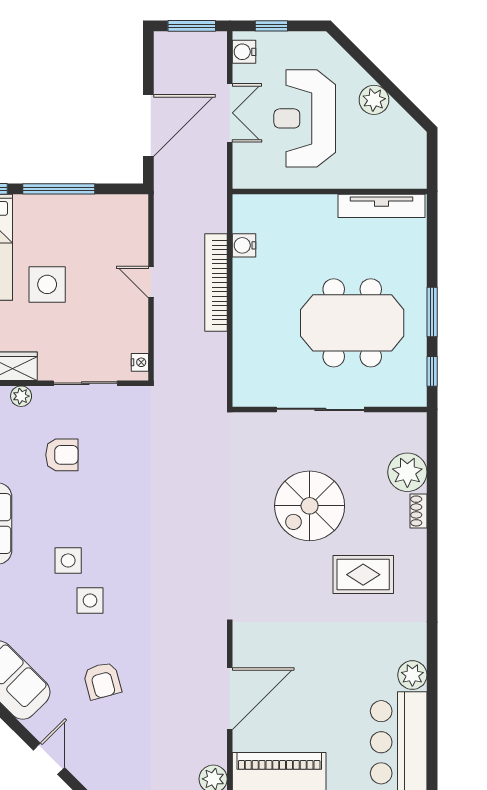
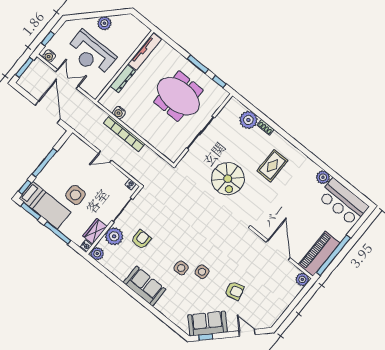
dresser: (306, 206) -> (123, 79), added
meeting table: (352, 323) -> (178, 96), turned 90
plant: (21, 396) -> (114, 236), width x1.88, depth x1.88
spiral stairs: (310, 506) -> (228, 179), moved

